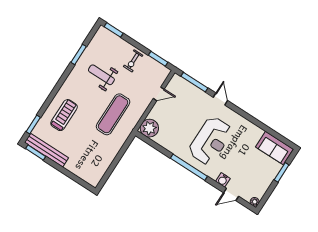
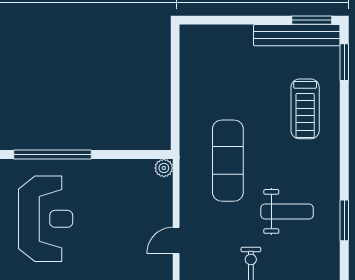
plant: (149, 128) -> (164, 168), width x0.53, depth x0.53
reception desk: (210, 141) -> (46, 219), turned 180

